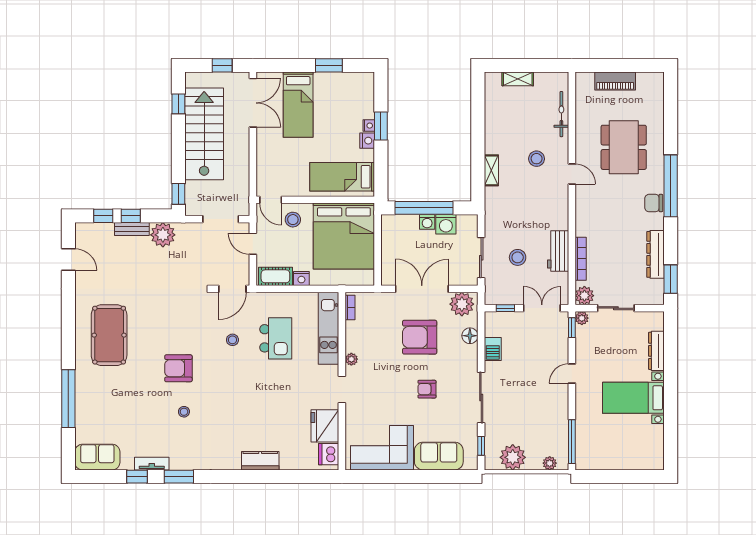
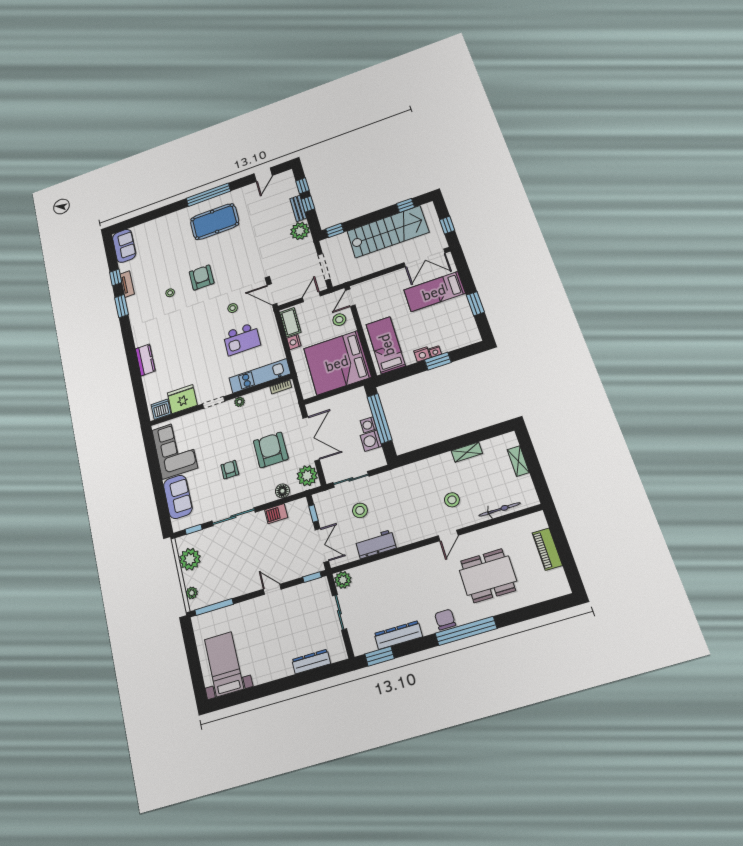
shelving: (491, 170) -> (467, 452), moved
bookcase: (581, 259) -> (375, 567), removed
plant: (582, 318) -> (322, 584), removed
bed with nightstands: (633, 398) -> (224, 664), moved
window: (68, 399) -> (208, 195), moved

